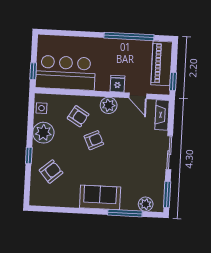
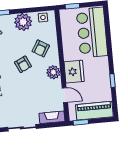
window: (129, 36) -> (113, 81), width x0.32
bar counter: (65, 73) -> (92, 32), moved, turned 180
fridge: (117, 84) -> (74, 72), width x1.88, depth x1.34
door: (138, 96) -> (65, 95), swing flipped

